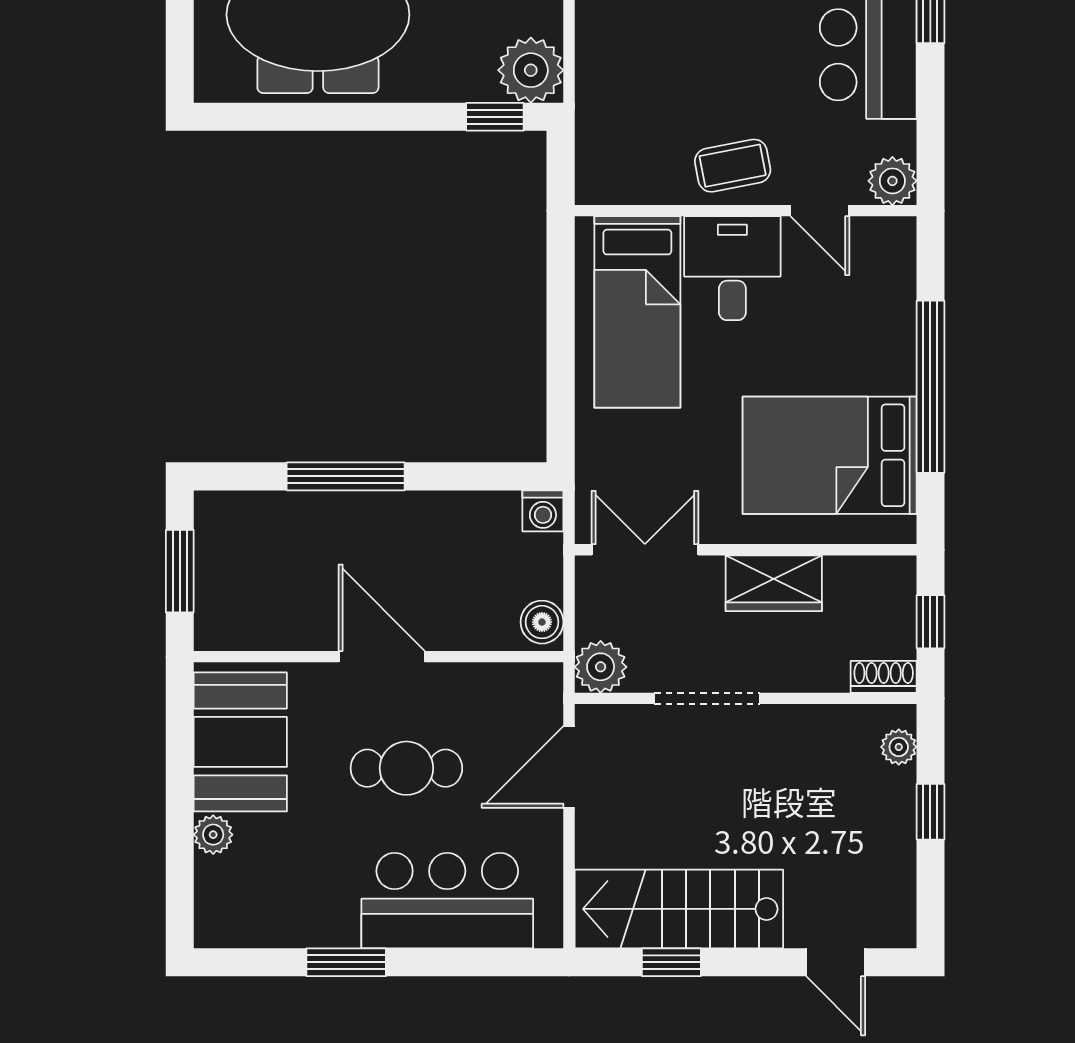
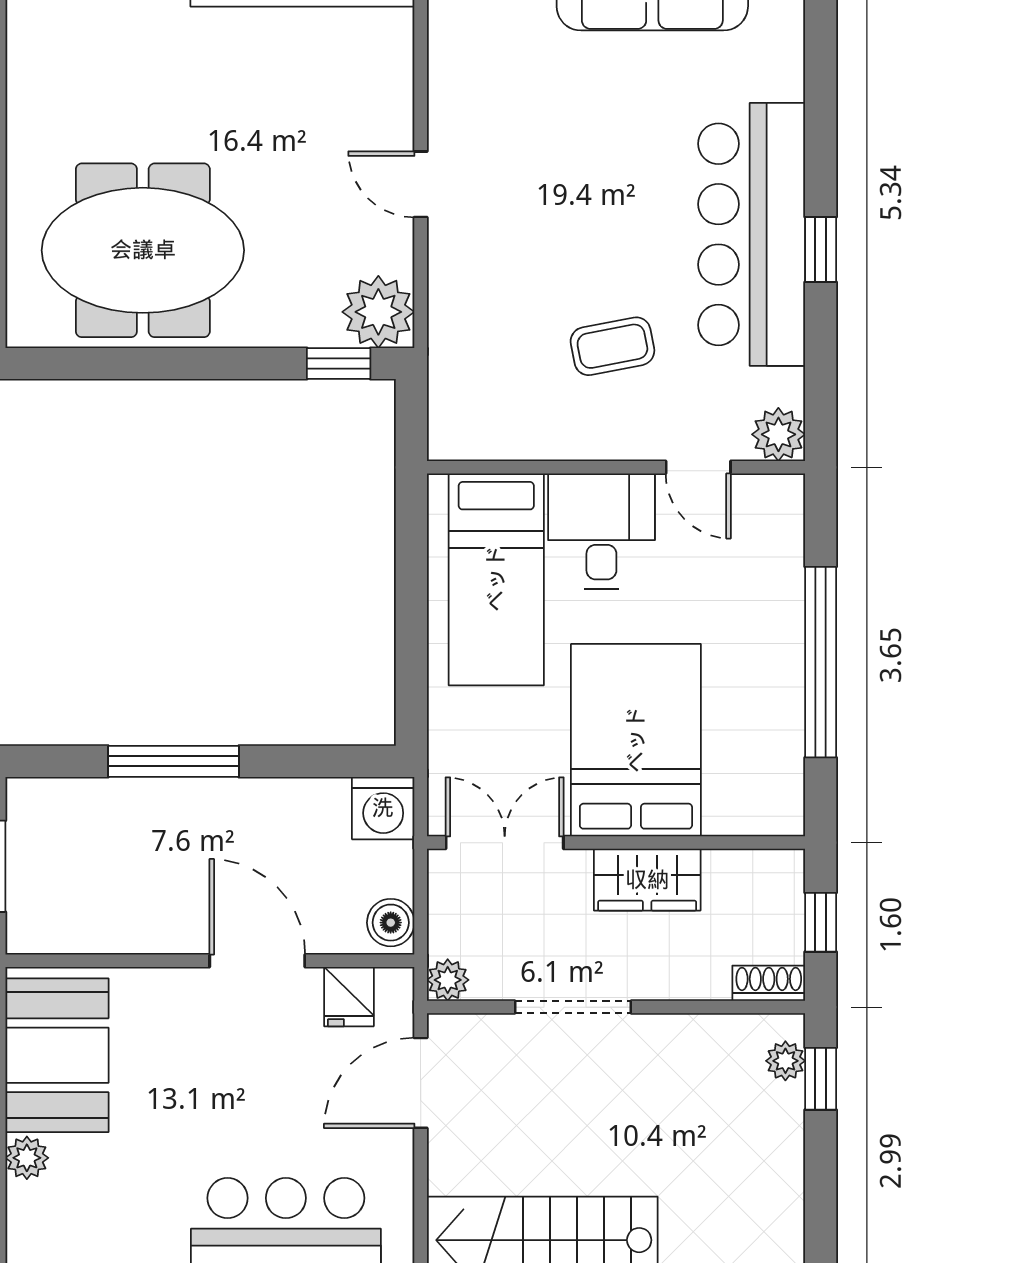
coffee table: (733, 166) -> (612, 346), moved
bed: (830, 455) -> (636, 740), moved, turned 90
washing machine: (543, 511) -> (383, 808), width x1.38, depth x1.38
door: (382, 657) -> (257, 961), moved
plant: (601, 667) -> (448, 980), width x0.73, depth x0.73
fridge: (504, 689) -> (349, 997), added
cafe table: (406, 768) -> (241, 1084), removed
window: (930, 812) -> (821, 1079), moved

